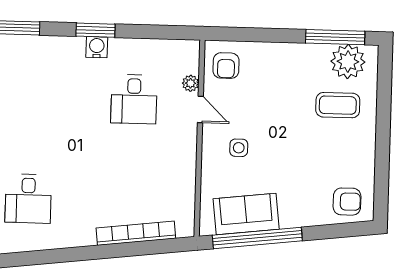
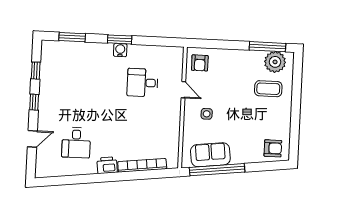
plant: (191, 83) -> (178, 73), removed
desk: (134, 99) -> (143, 83), turned 90
printer: (79, 234) -> (107, 165), added

